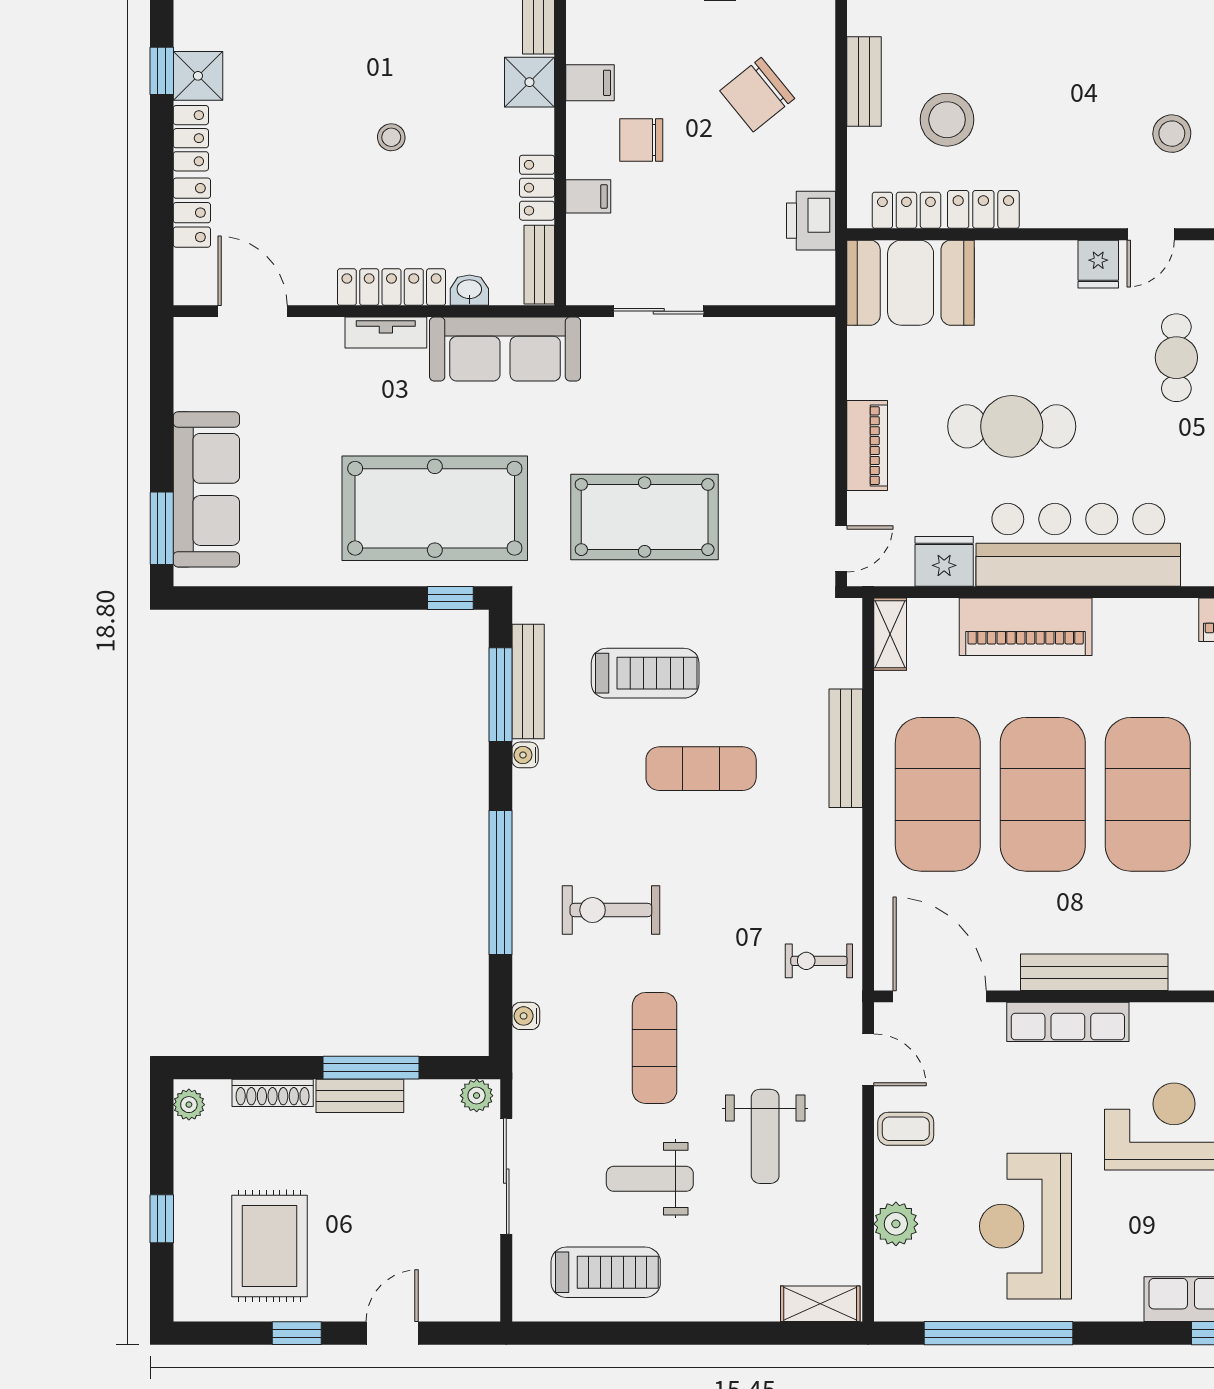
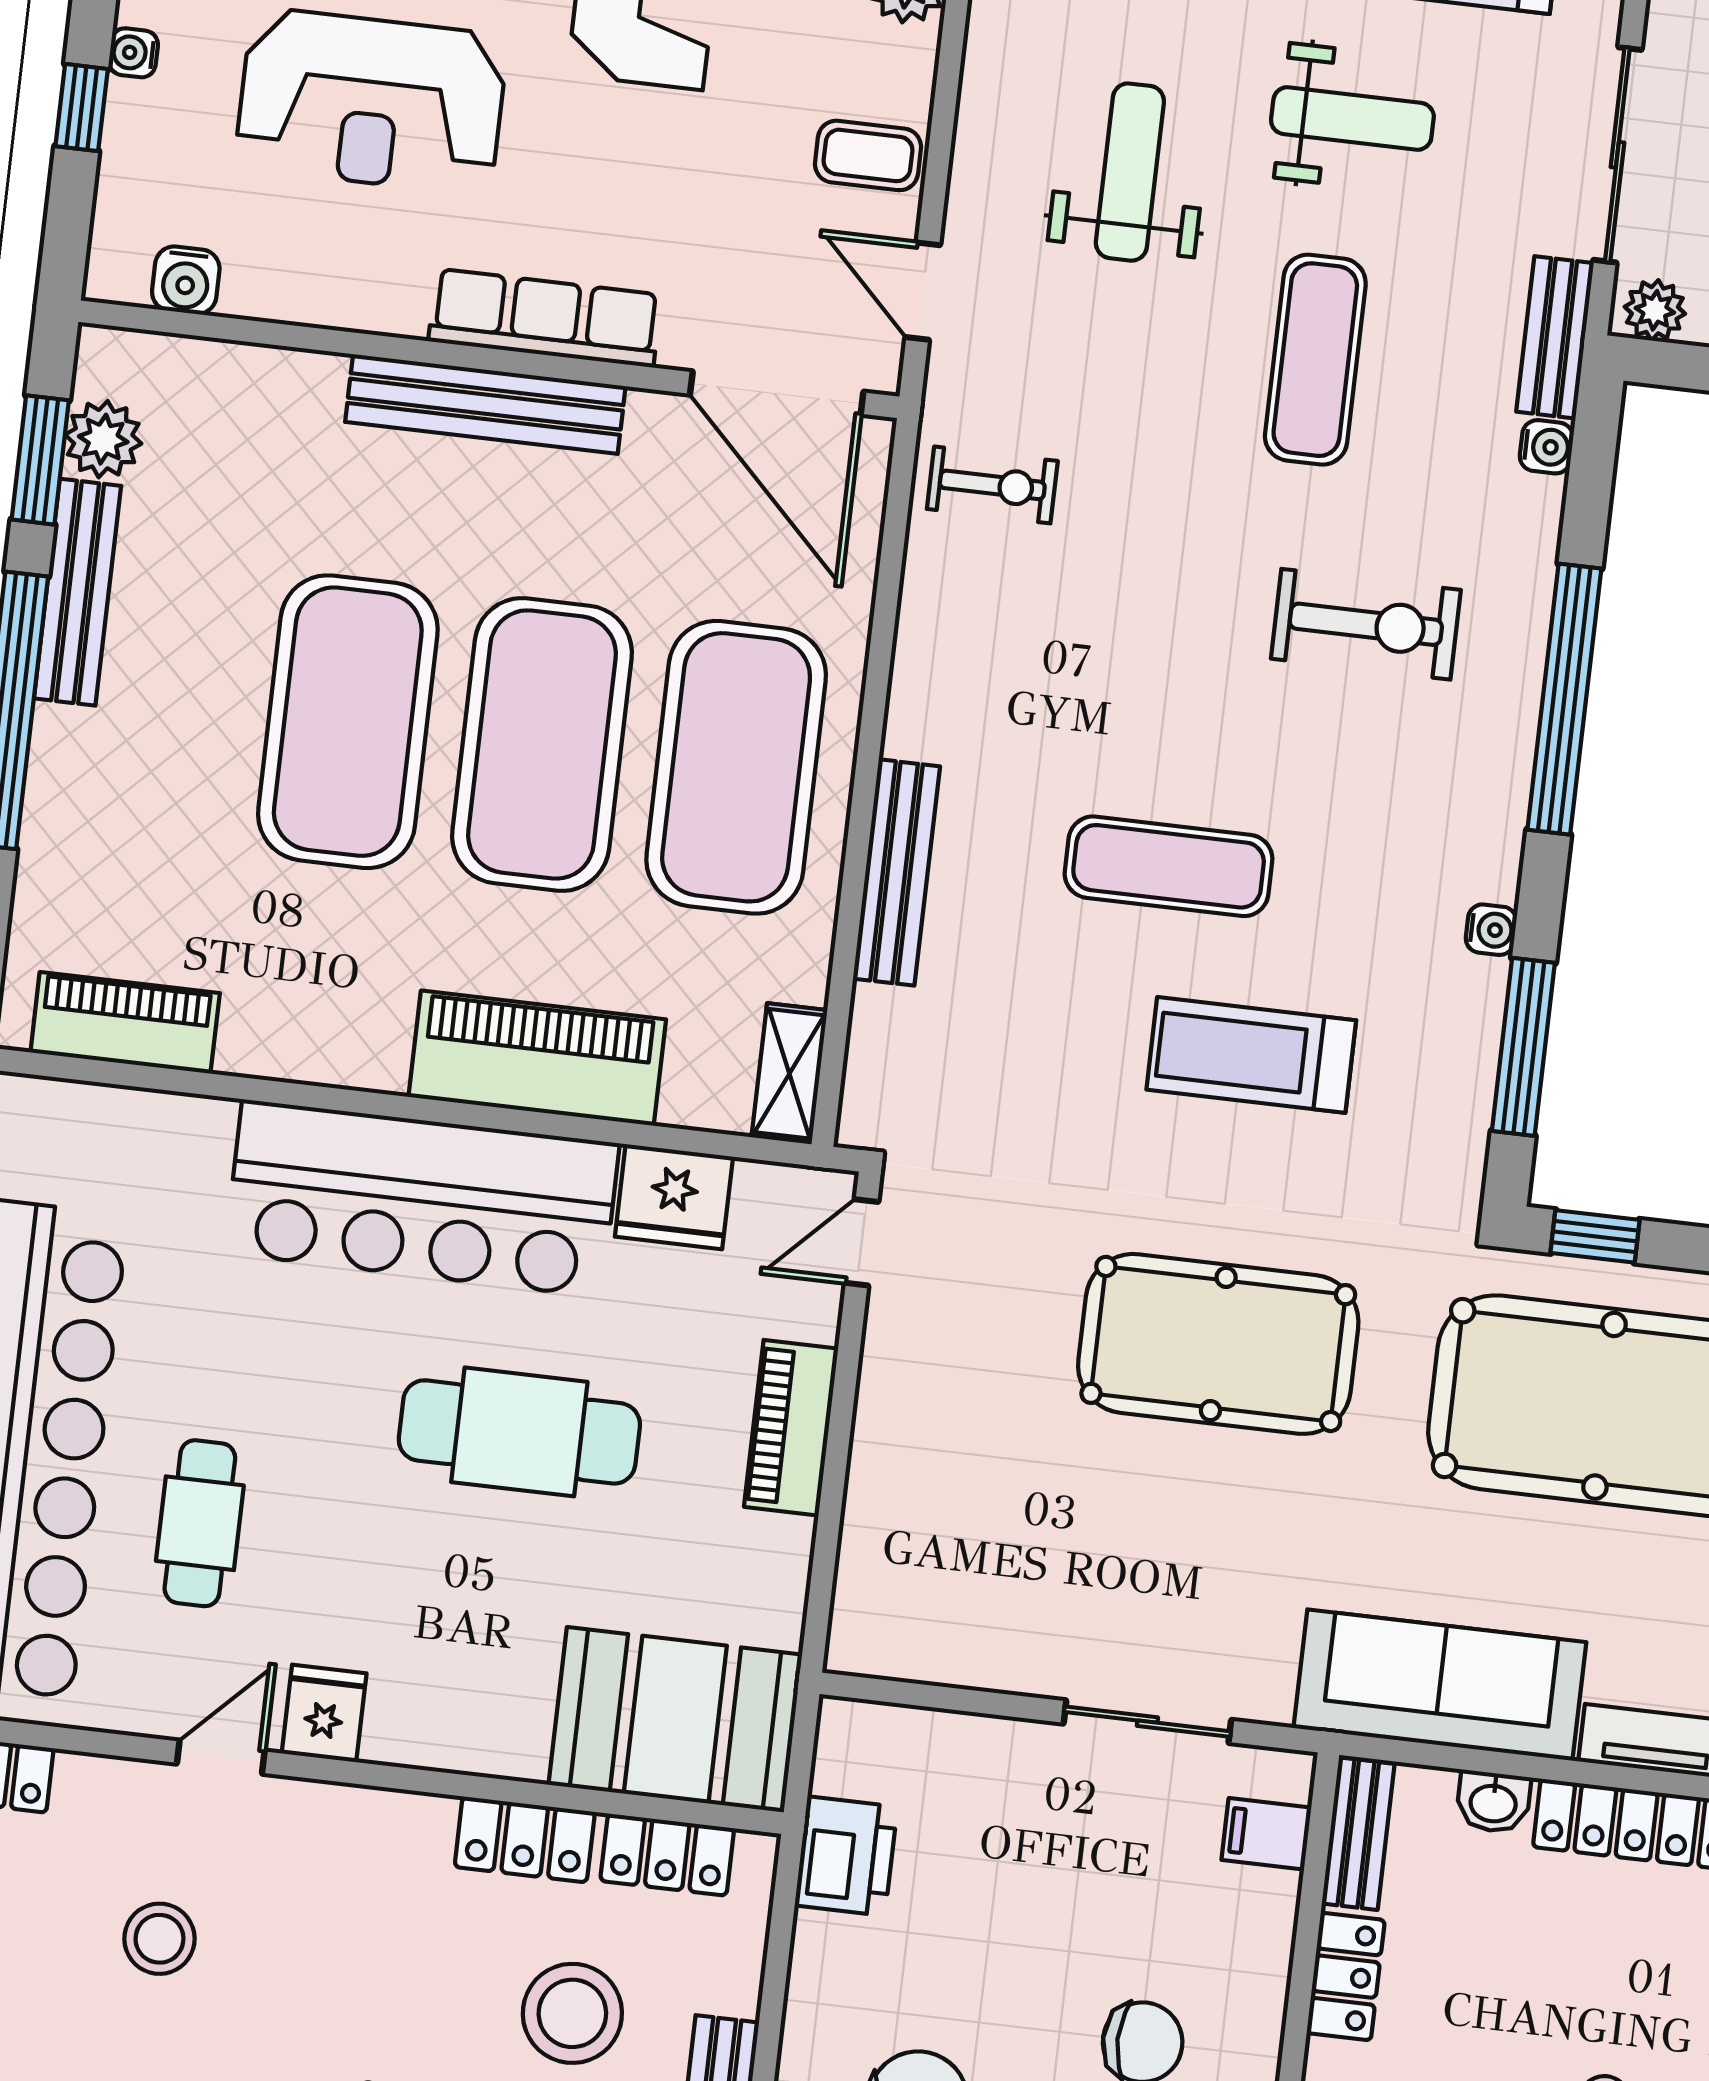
filing cabinet: (588, 196) -> (1266, 1834), moved
bench: (528, 682) -> (1555, 337), moved, width x0.73

